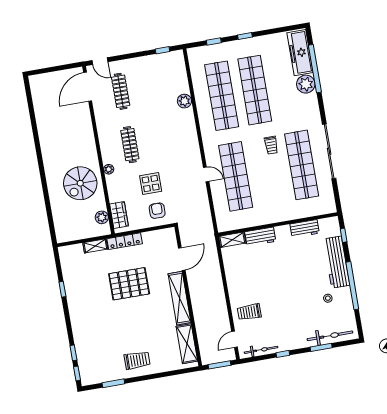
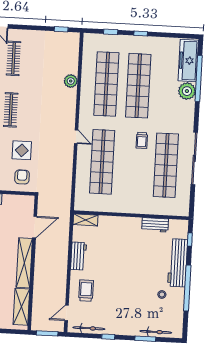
door: (206, 174) -> (76, 137), moved
workbench: (260, 237) -> (78, 256), moved, turned -90
trolley: (249, 312) -> (86, 291), turned 90
bicycle: (330, 336) -> (156, 332), width x0.73, depth x0.71

